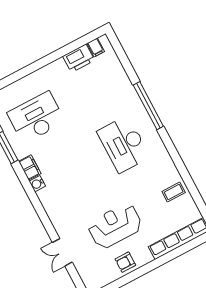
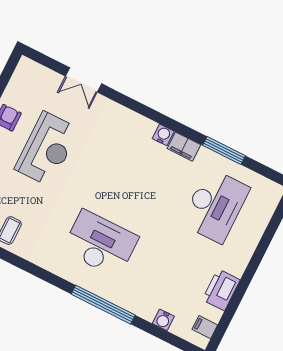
printer: (79, 58) -> (221, 290), moved
water cooler: (118, 70) -> (163, 320), added
double door: (62, 252) -> (83, 80), swing flipped

